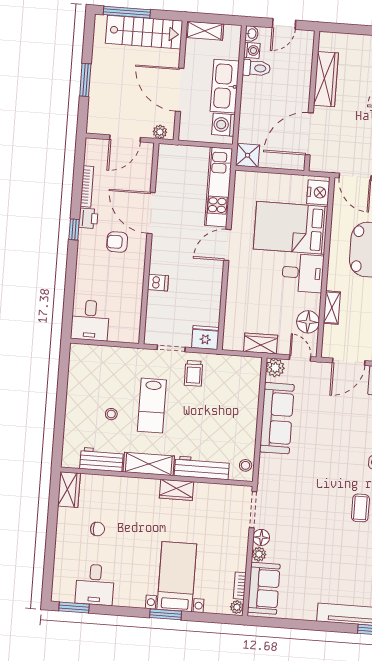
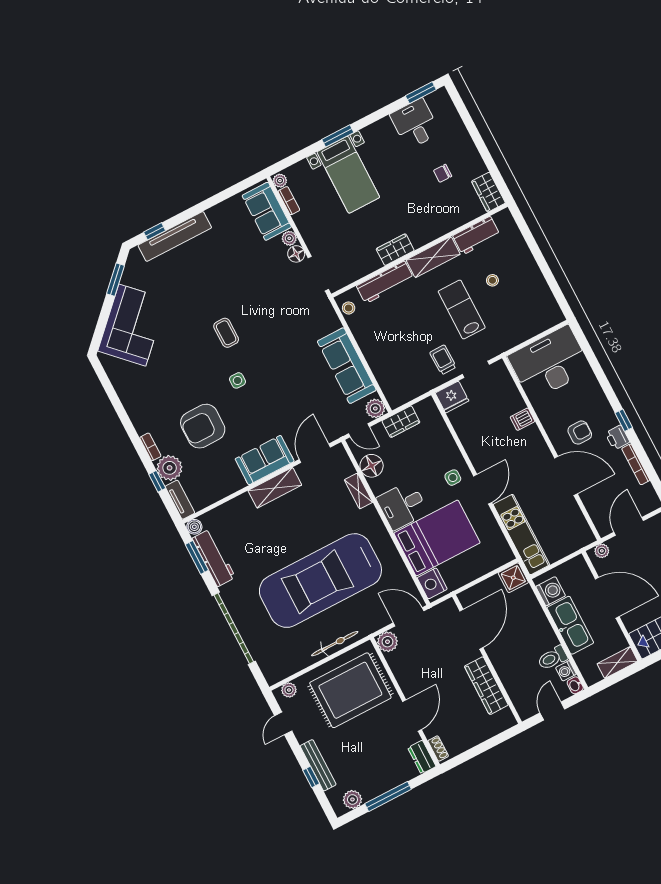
side table: (246, 270) -> (453, 478), added
desk: (90, 320) -> (549, 363), width x1.87, depth x1.30

